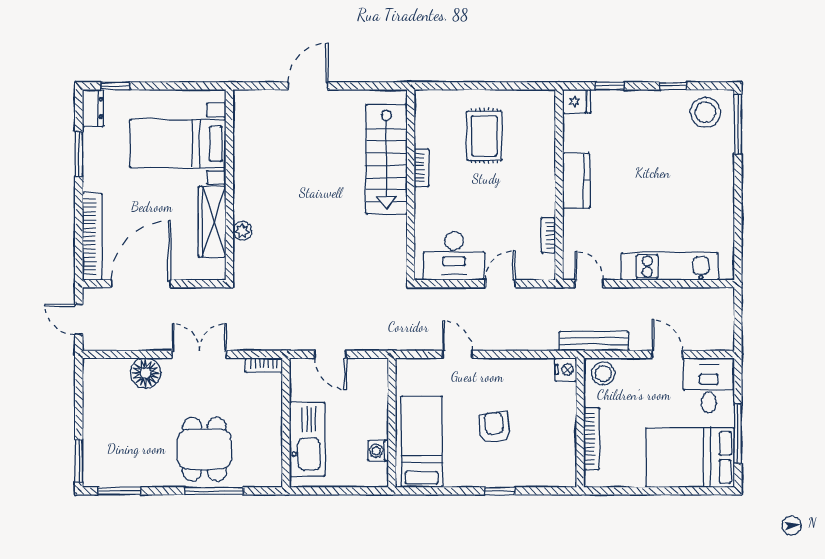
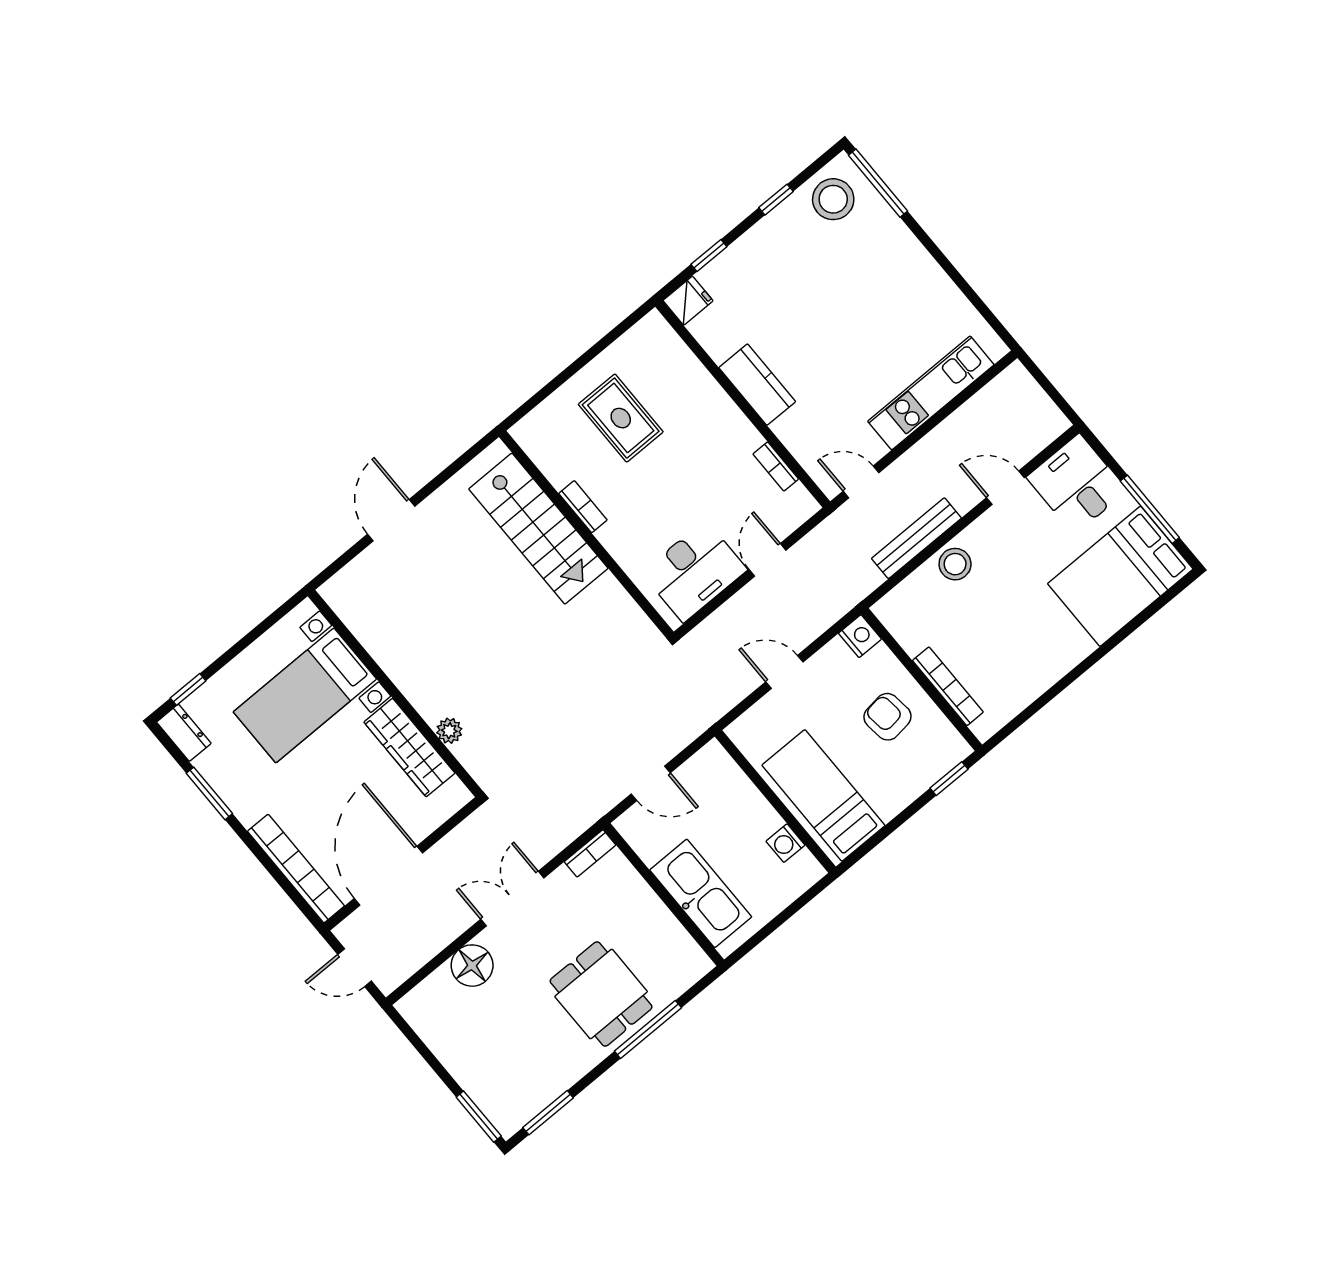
nightstand: (566, 370) -> (860, 636), moved
wall: (580, 423) -> (922, 679), moved
bookcase: (592, 439) -> (948, 686), moved

